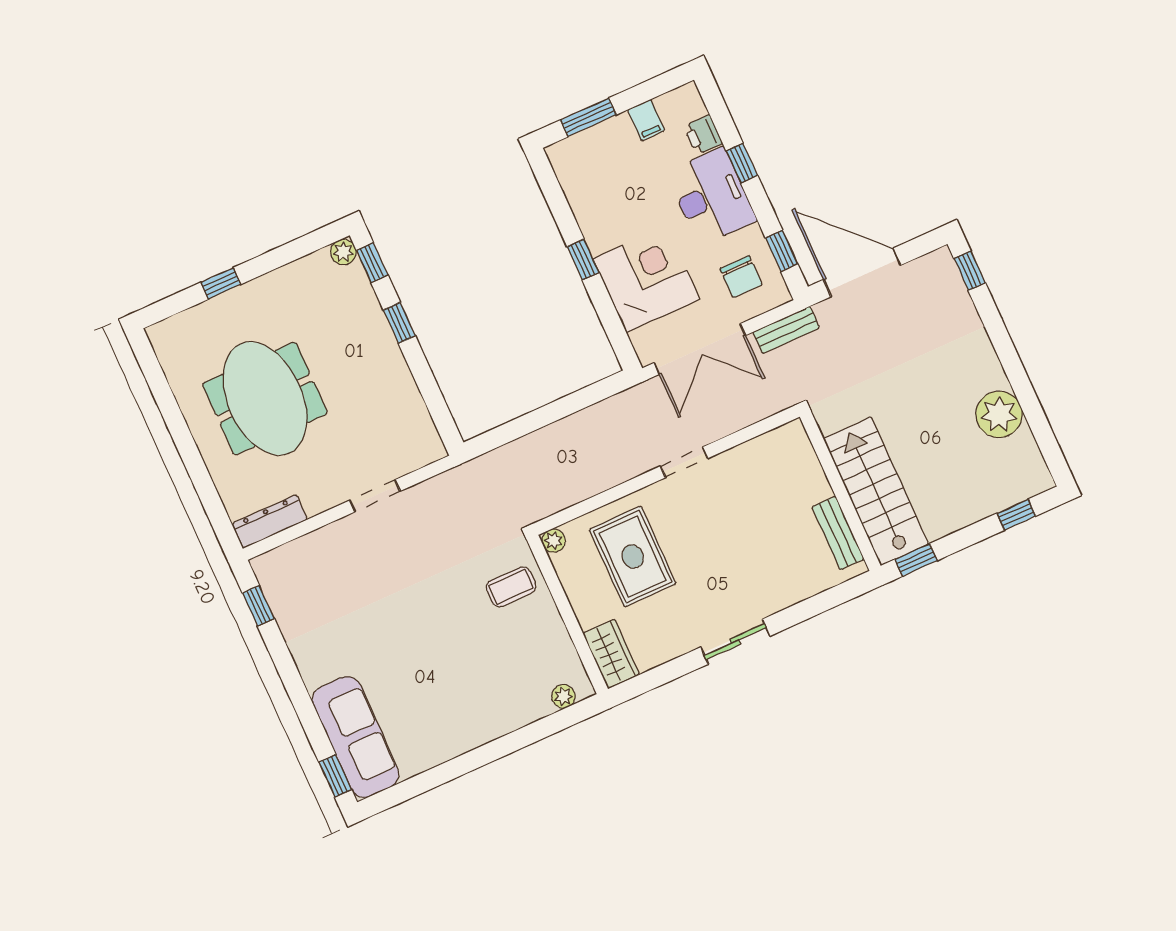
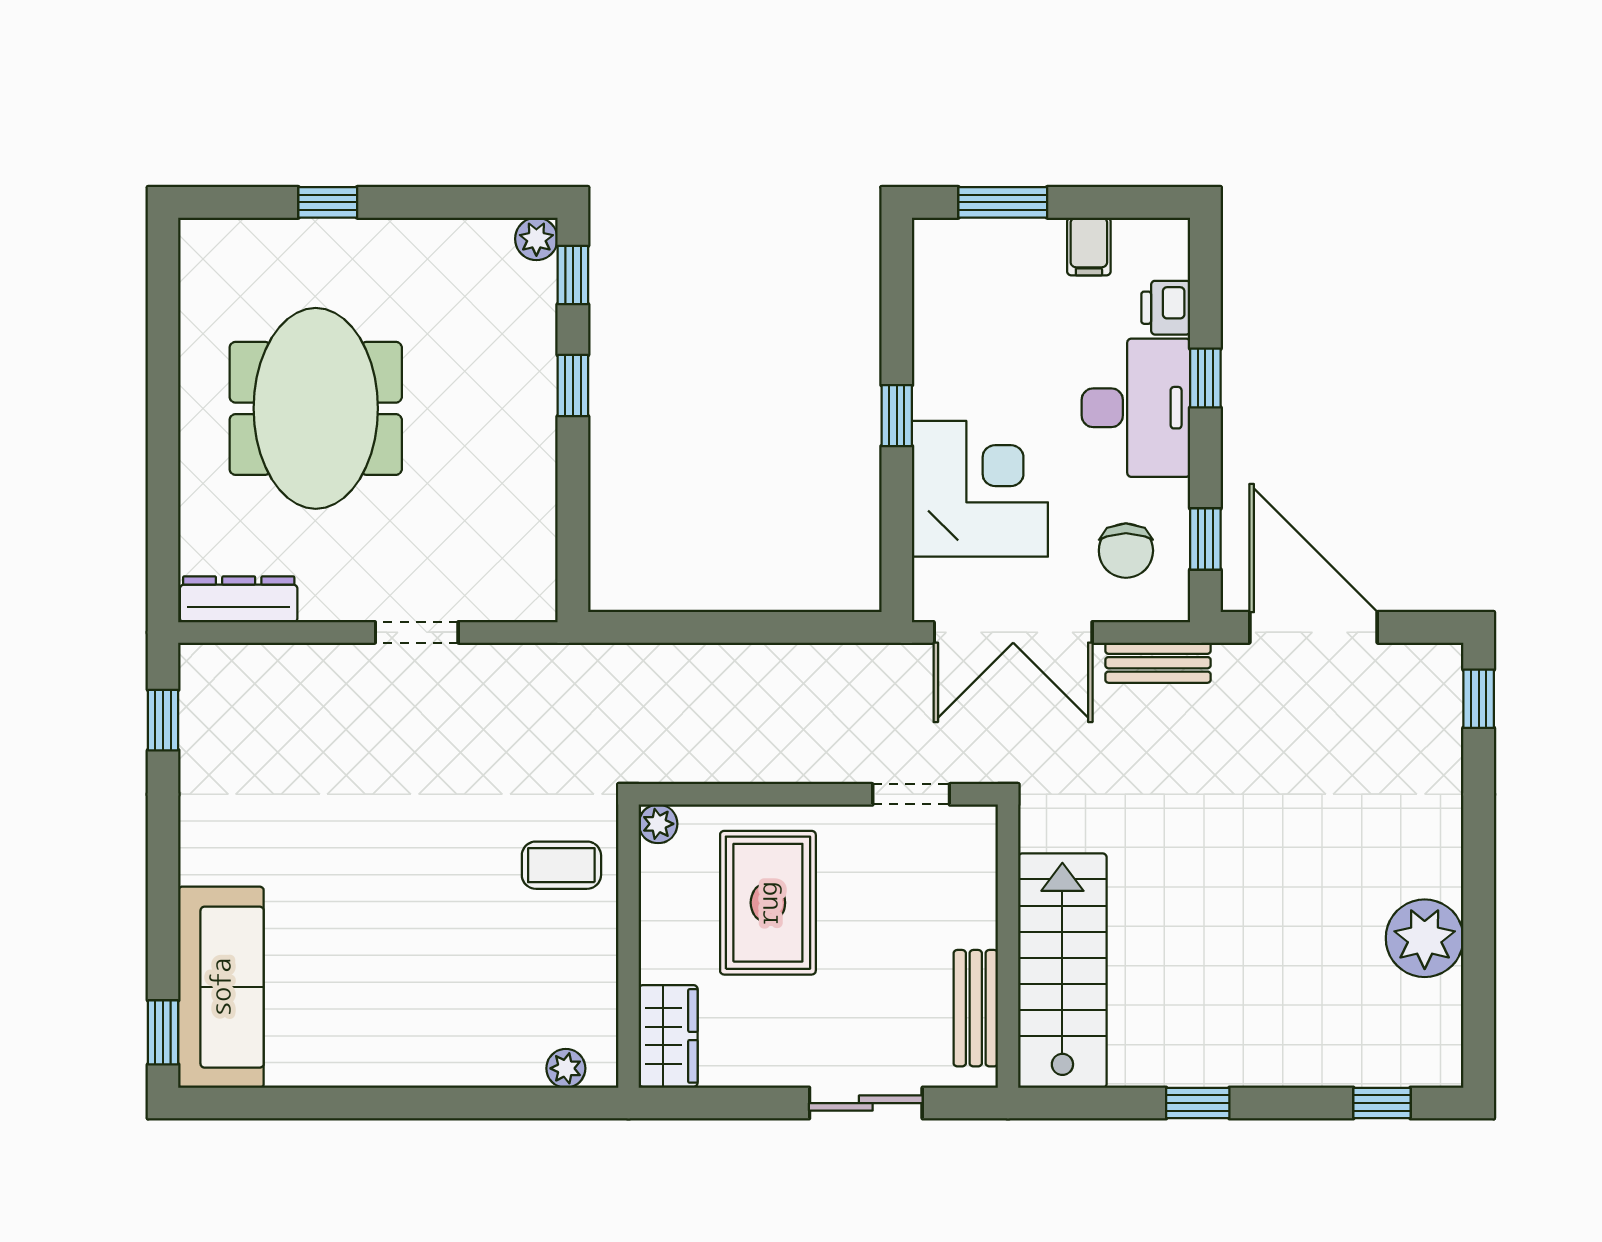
wall: (840, 491) -> (1008, 946), moved
stairs: (876, 491) -> (1062, 971), moved
bench: (838, 533) -> (976, 1008), moved

